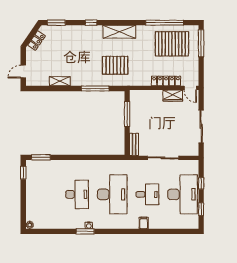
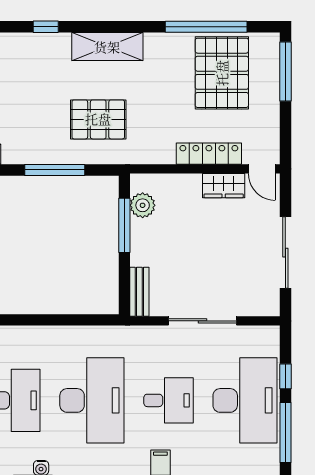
pallet: (172, 44) -> (222, 73), turned 90
plant: (135, 105) -> (143, 205), added
window: (201, 209) -> (285, 433), width x2.17

